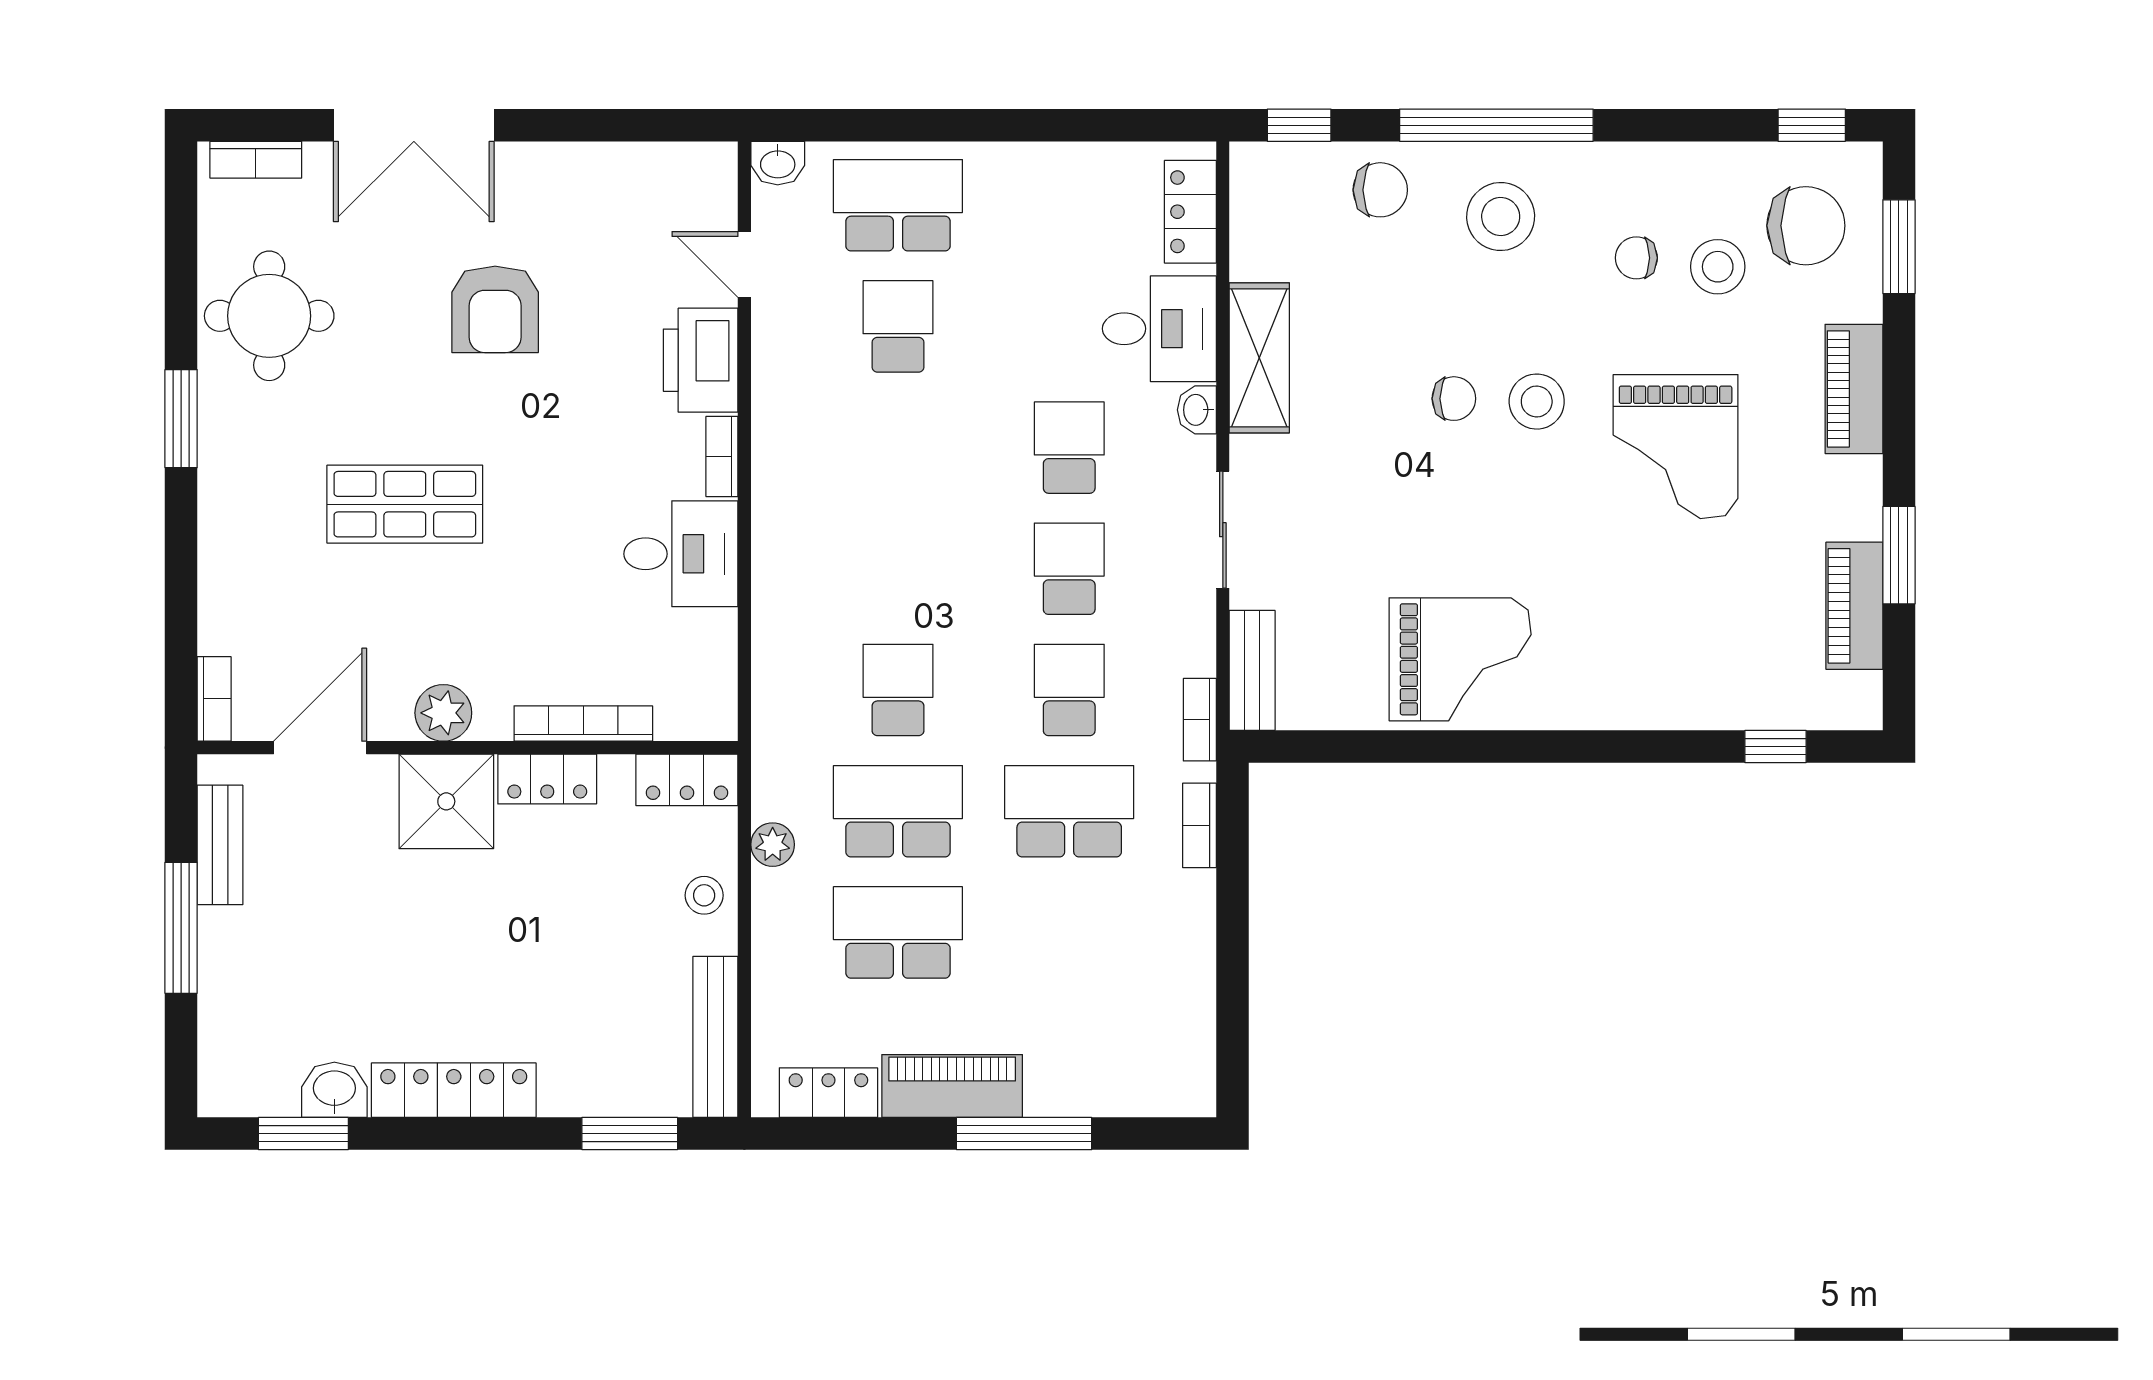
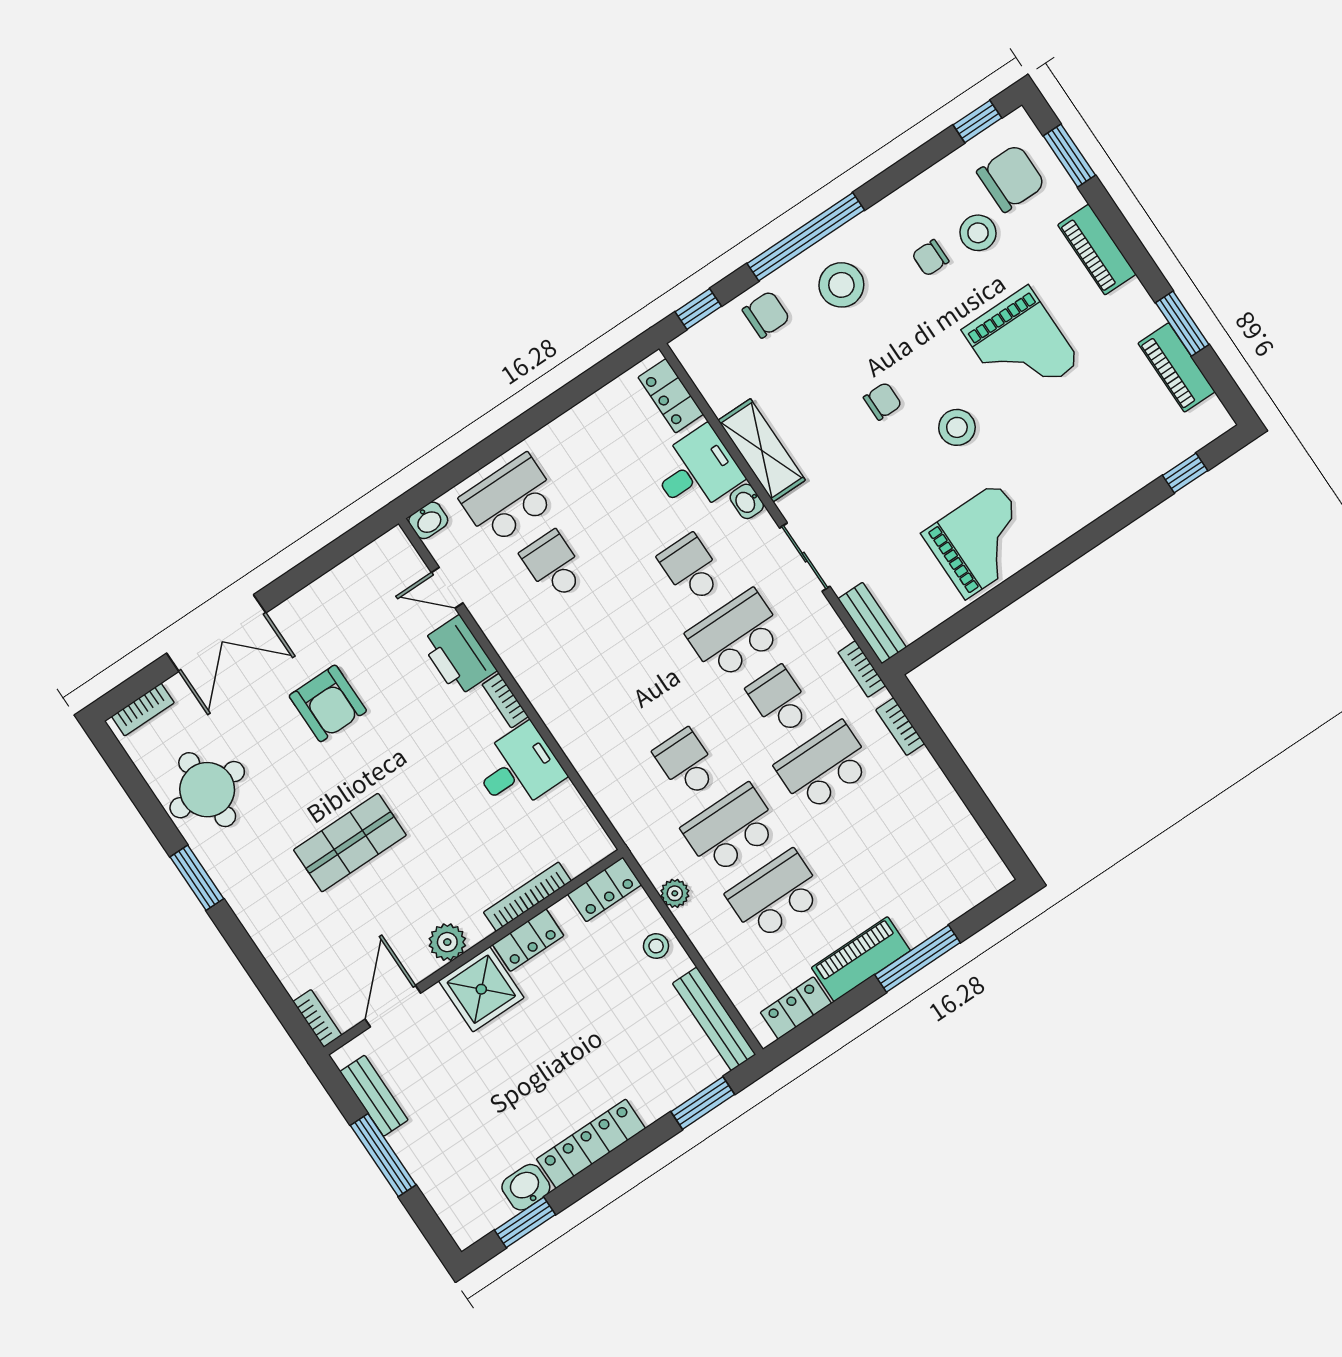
stool: (1537, 402) -> (957, 427), moved
school desk: (1069, 569) -> (735, 635), width x1.85

